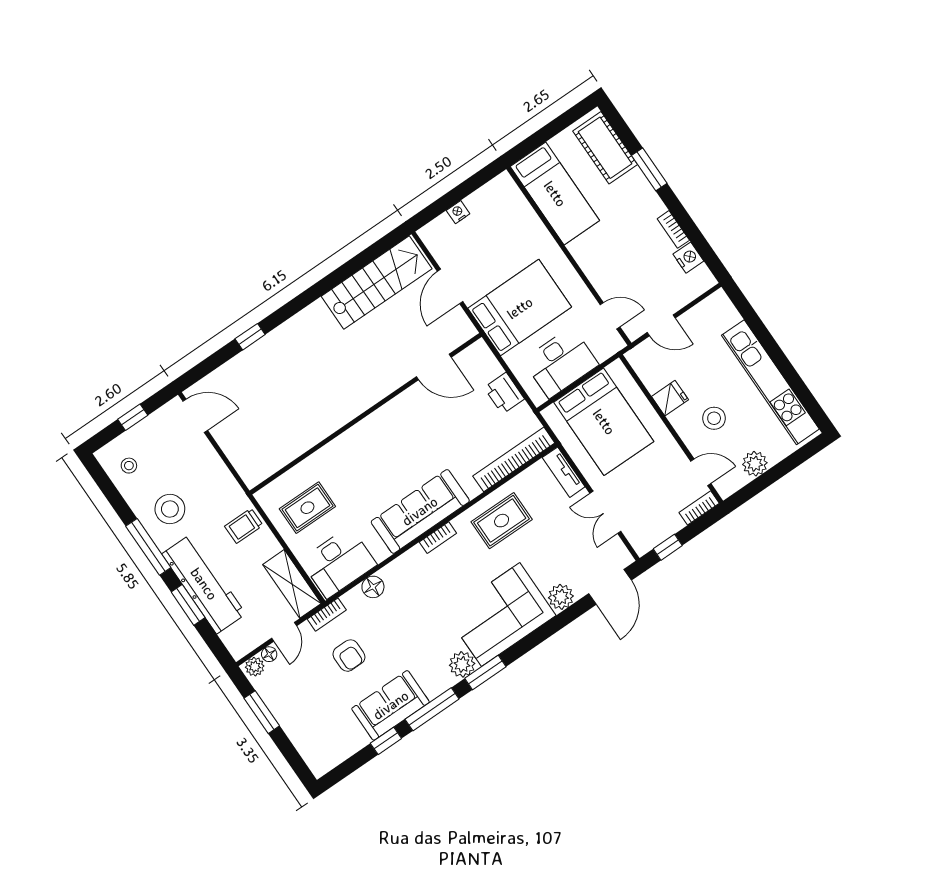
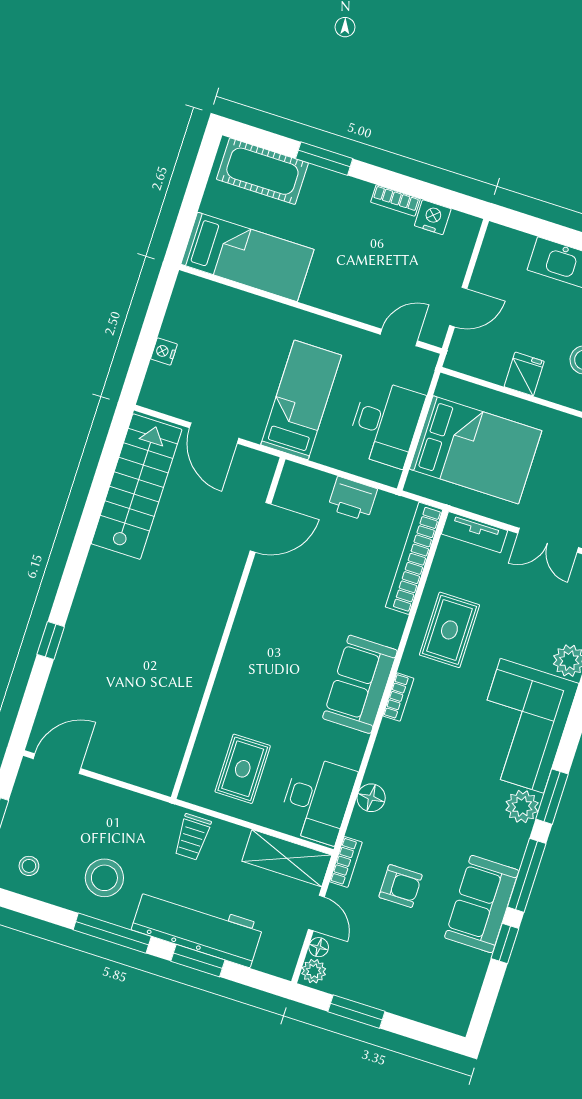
bed: (520, 308) -> (301, 400), width x0.67
sofa: (420, 511) -> (360, 684), width x0.73

